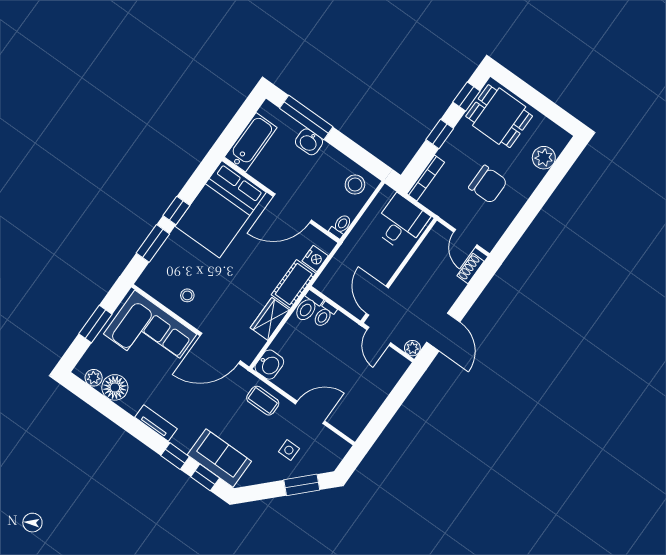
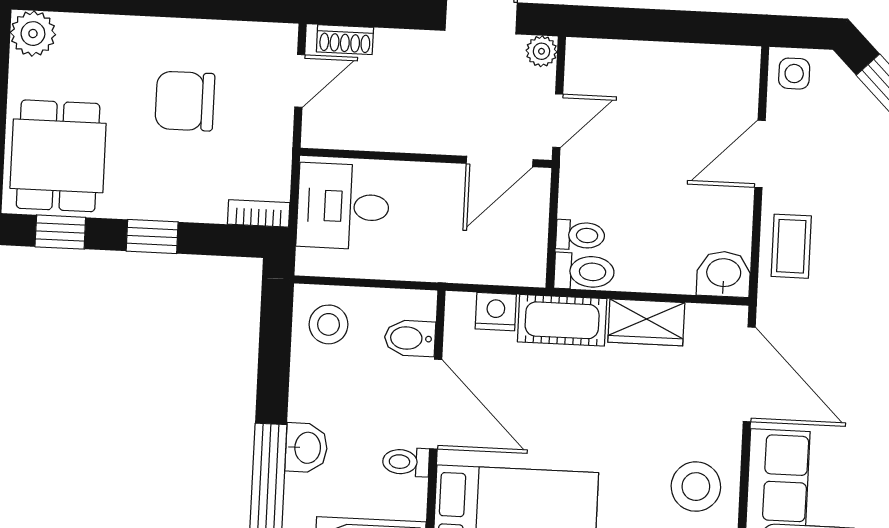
plant: (544, 158) -> (33, 34), moved
bookcase: (426, 178) -> (259, 213), width x0.64
chair: (488, 184) -> (185, 101), turned -90
bidet: (327, 215) -> (410, 338), added
toilet: (341, 226) -> (406, 462), moved
stool: (187, 295) -> (696, 487), width x1.89, depth x1.89
door: (310, 412) -> (760, 154), hinge flipped
side table: (289, 450) -> (794, 74), moved

